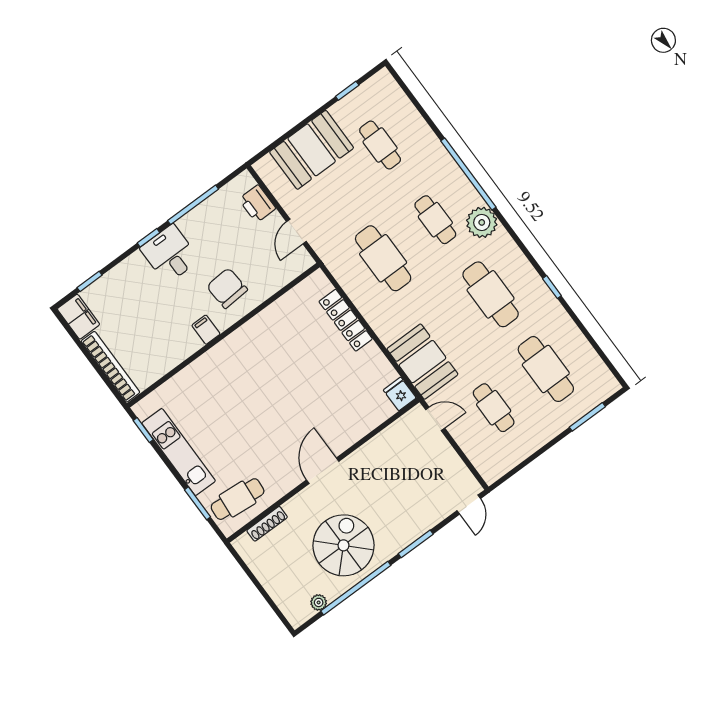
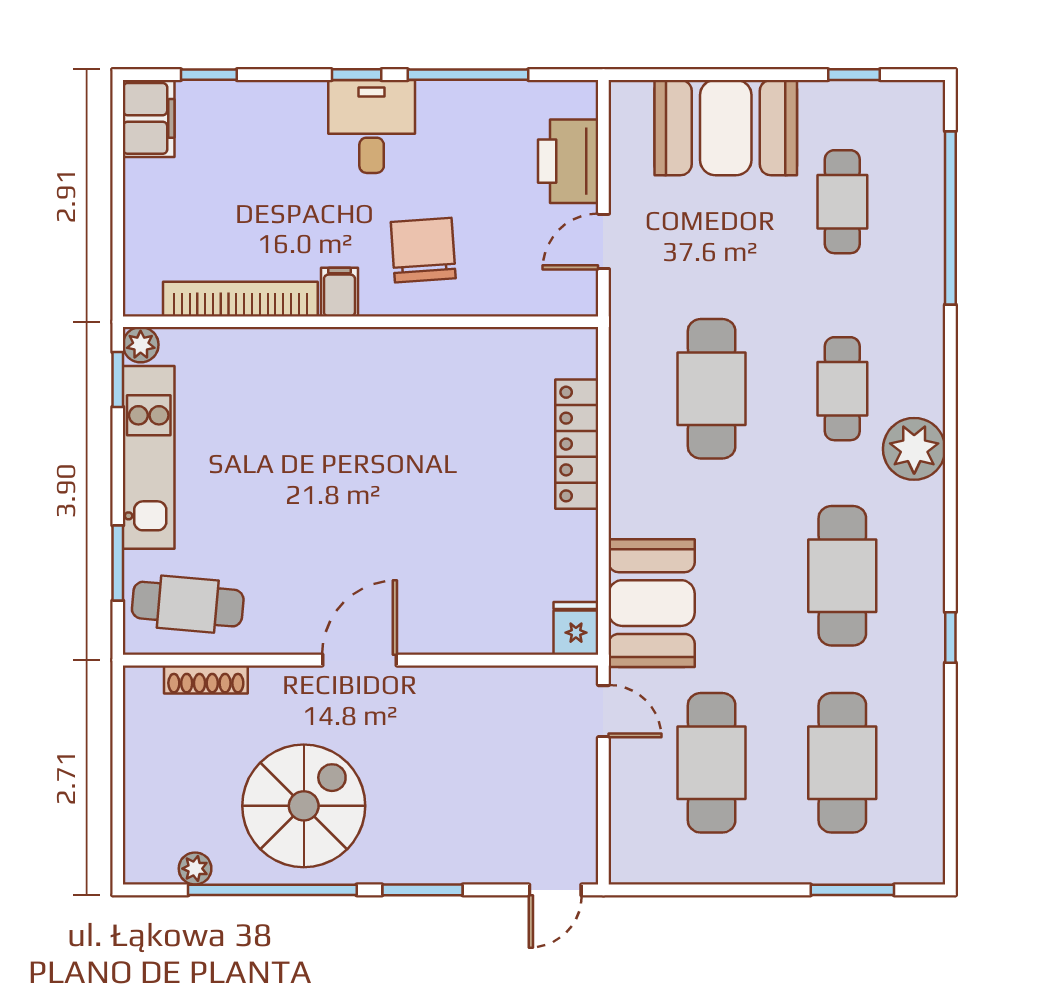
window: (468, 174) -> (950, 218), moved
printer: (257, 204) -> (568, 161), width x1.37, depth x1.19
bookcase: (110, 367) -> (240, 299), moved, turned -90
cafe table: (494, 408) -> (712, 763), width x1.37, depth x1.35
plant: (142, 409) -> (141, 345), added

